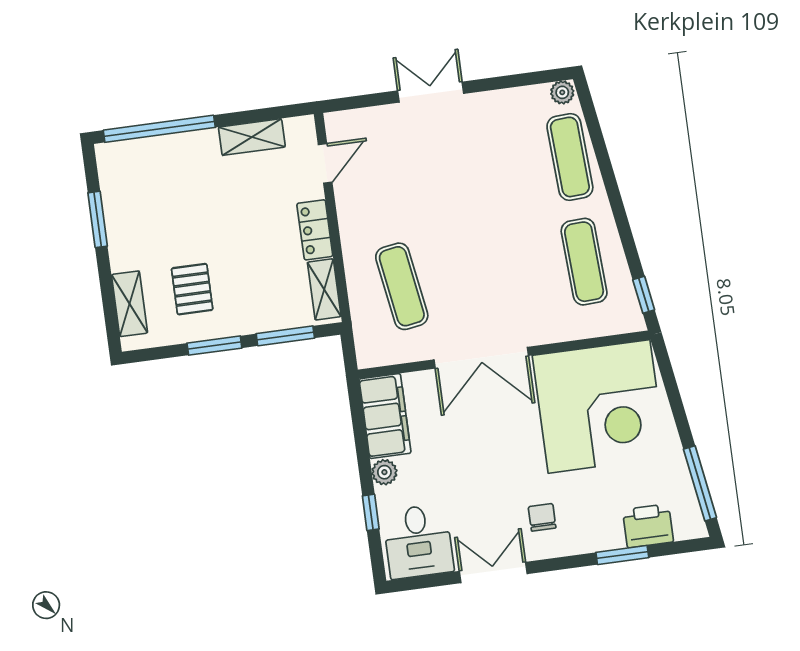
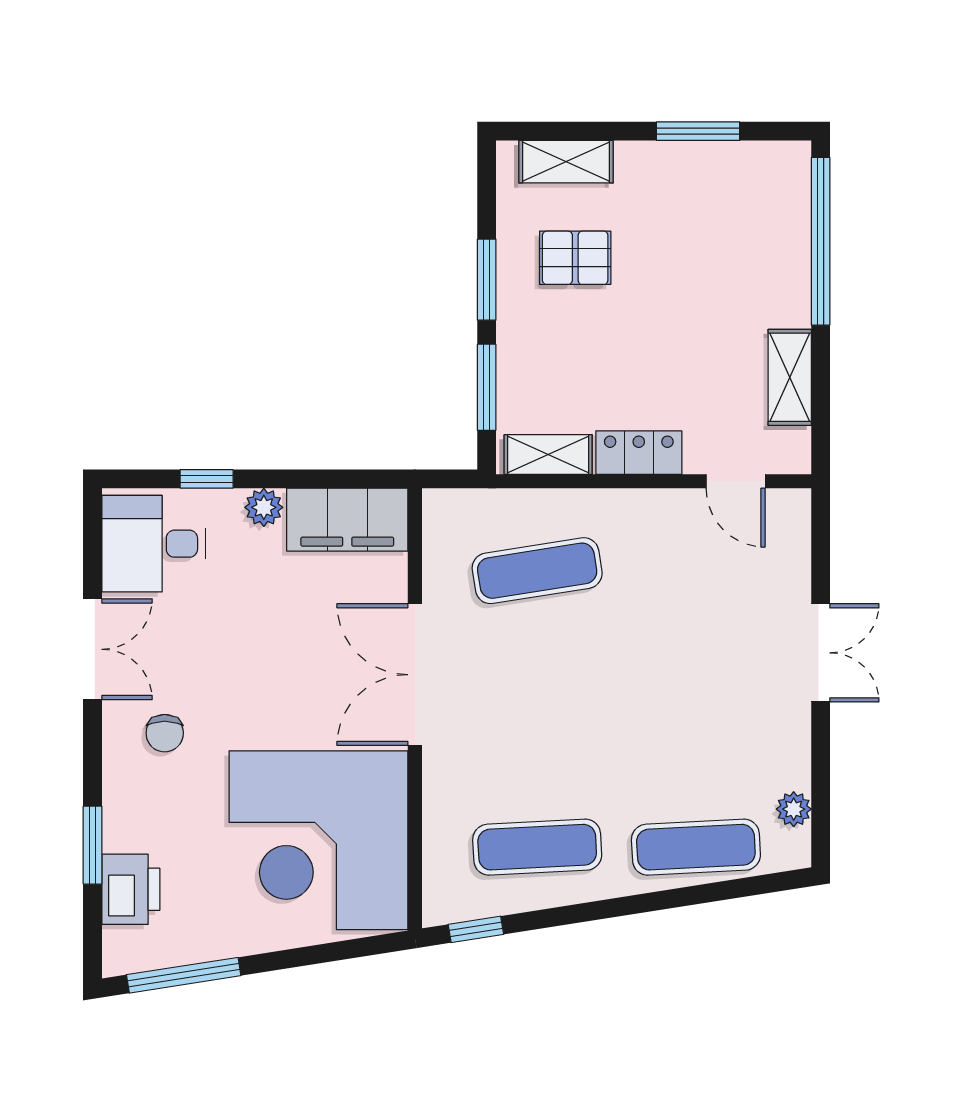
plant: (562, 92) -> (794, 809), moved
chair: (542, 517) -> (165, 733), turned 90

